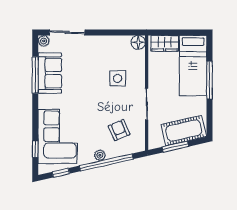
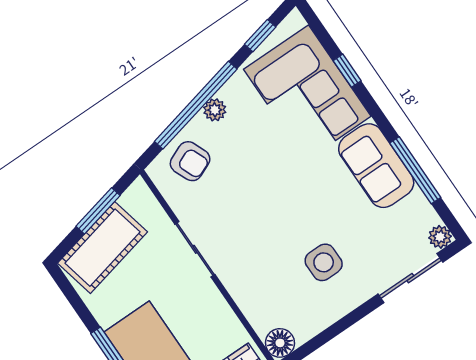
sofa: (50, 73) -> (376, 166), moved
side table: (118, 78) -> (324, 262), moved
armchair: (119, 130) -> (190, 161), moved
window: (35, 149) -> (347, 71), moved

